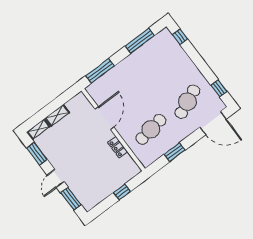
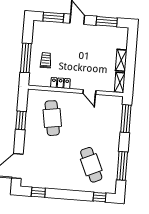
cafe table: (187, 102) -> (91, 165), moved
door: (104, 118) -> (89, 92), width x0.53
shelving: (38, 129) -> (120, 82), moved
trolley: (110, 175) -> (46, 60), added
window: (122, 192) -> (26, 58), width x2.17

